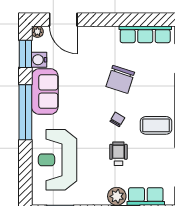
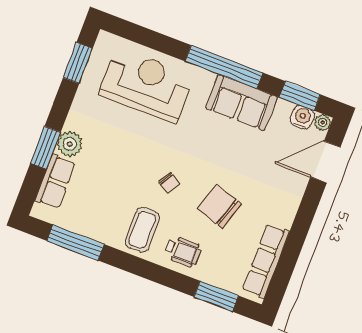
water cooler: (39, 60) -> (302, 117), moved
wheelchair: (118, 154) -> (183, 251), moved

